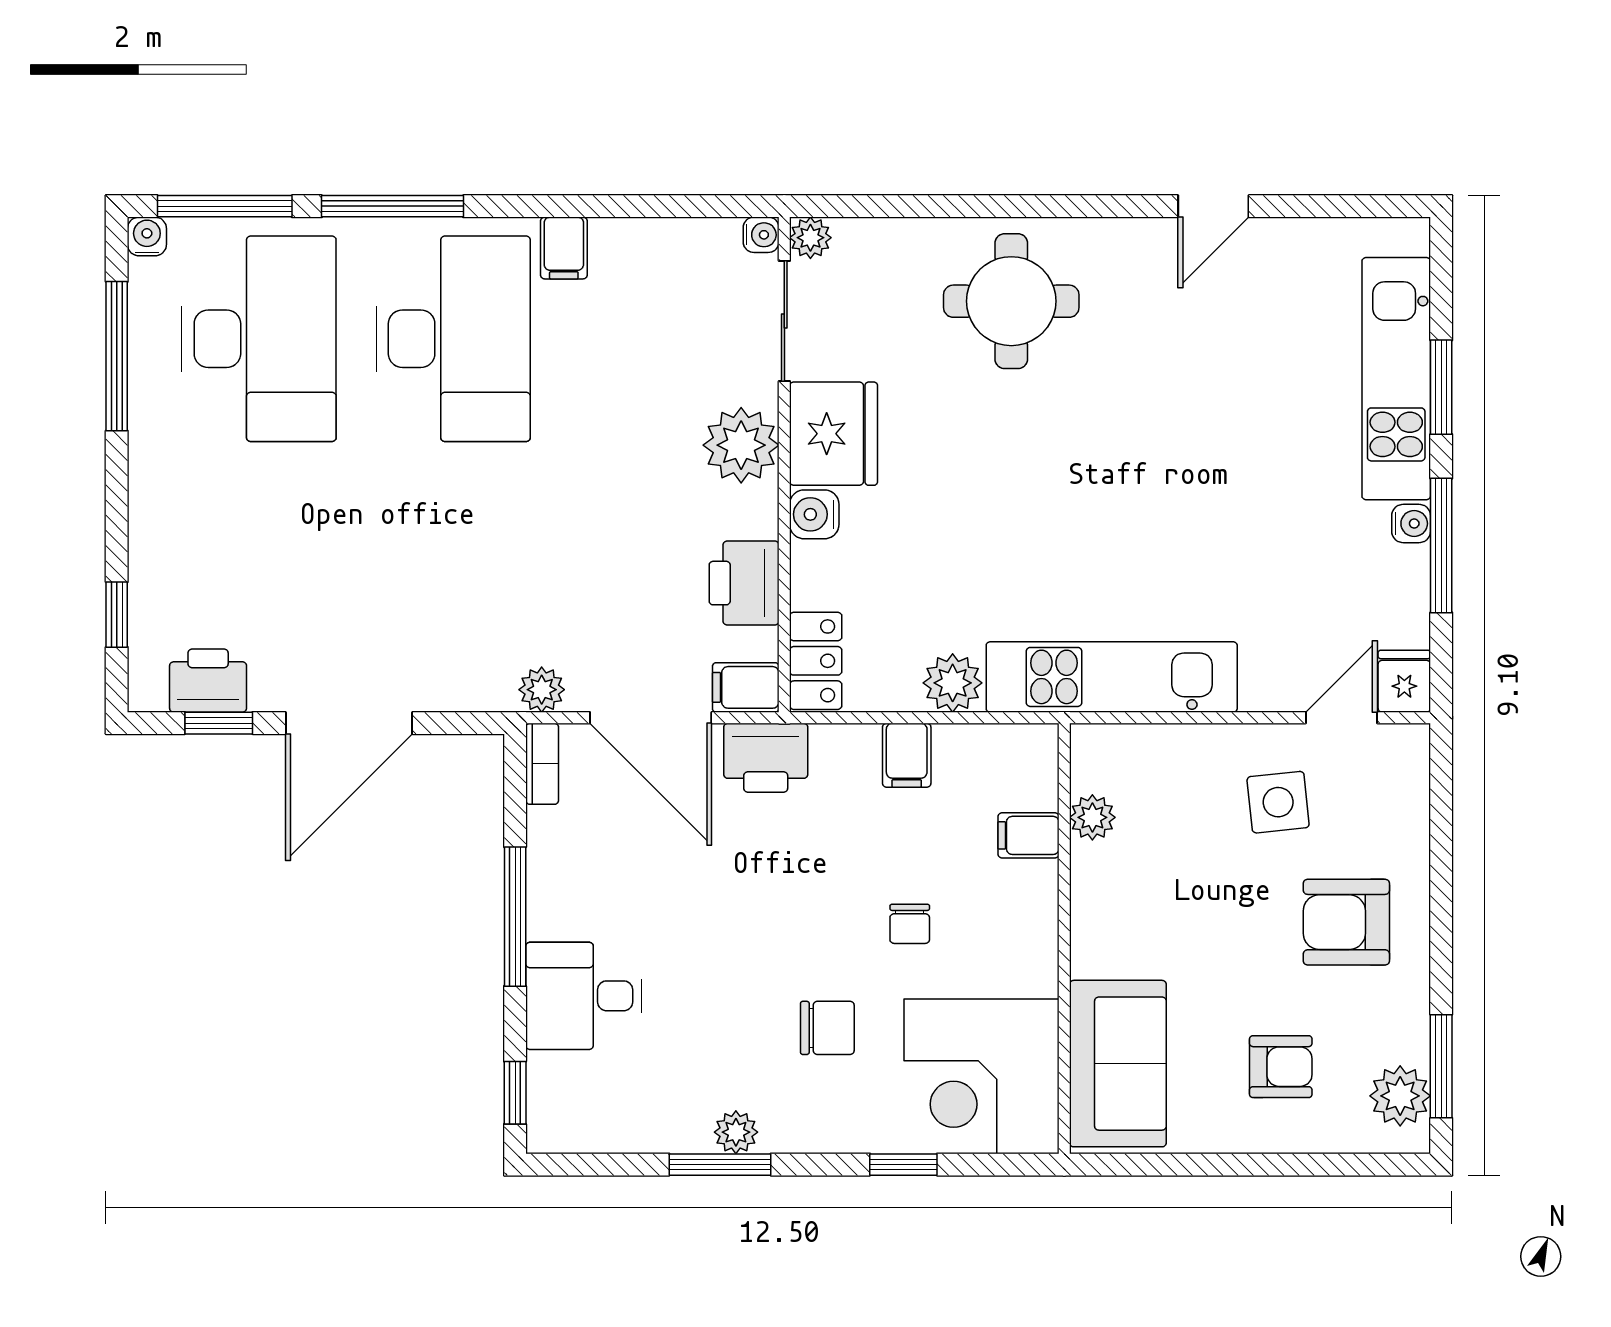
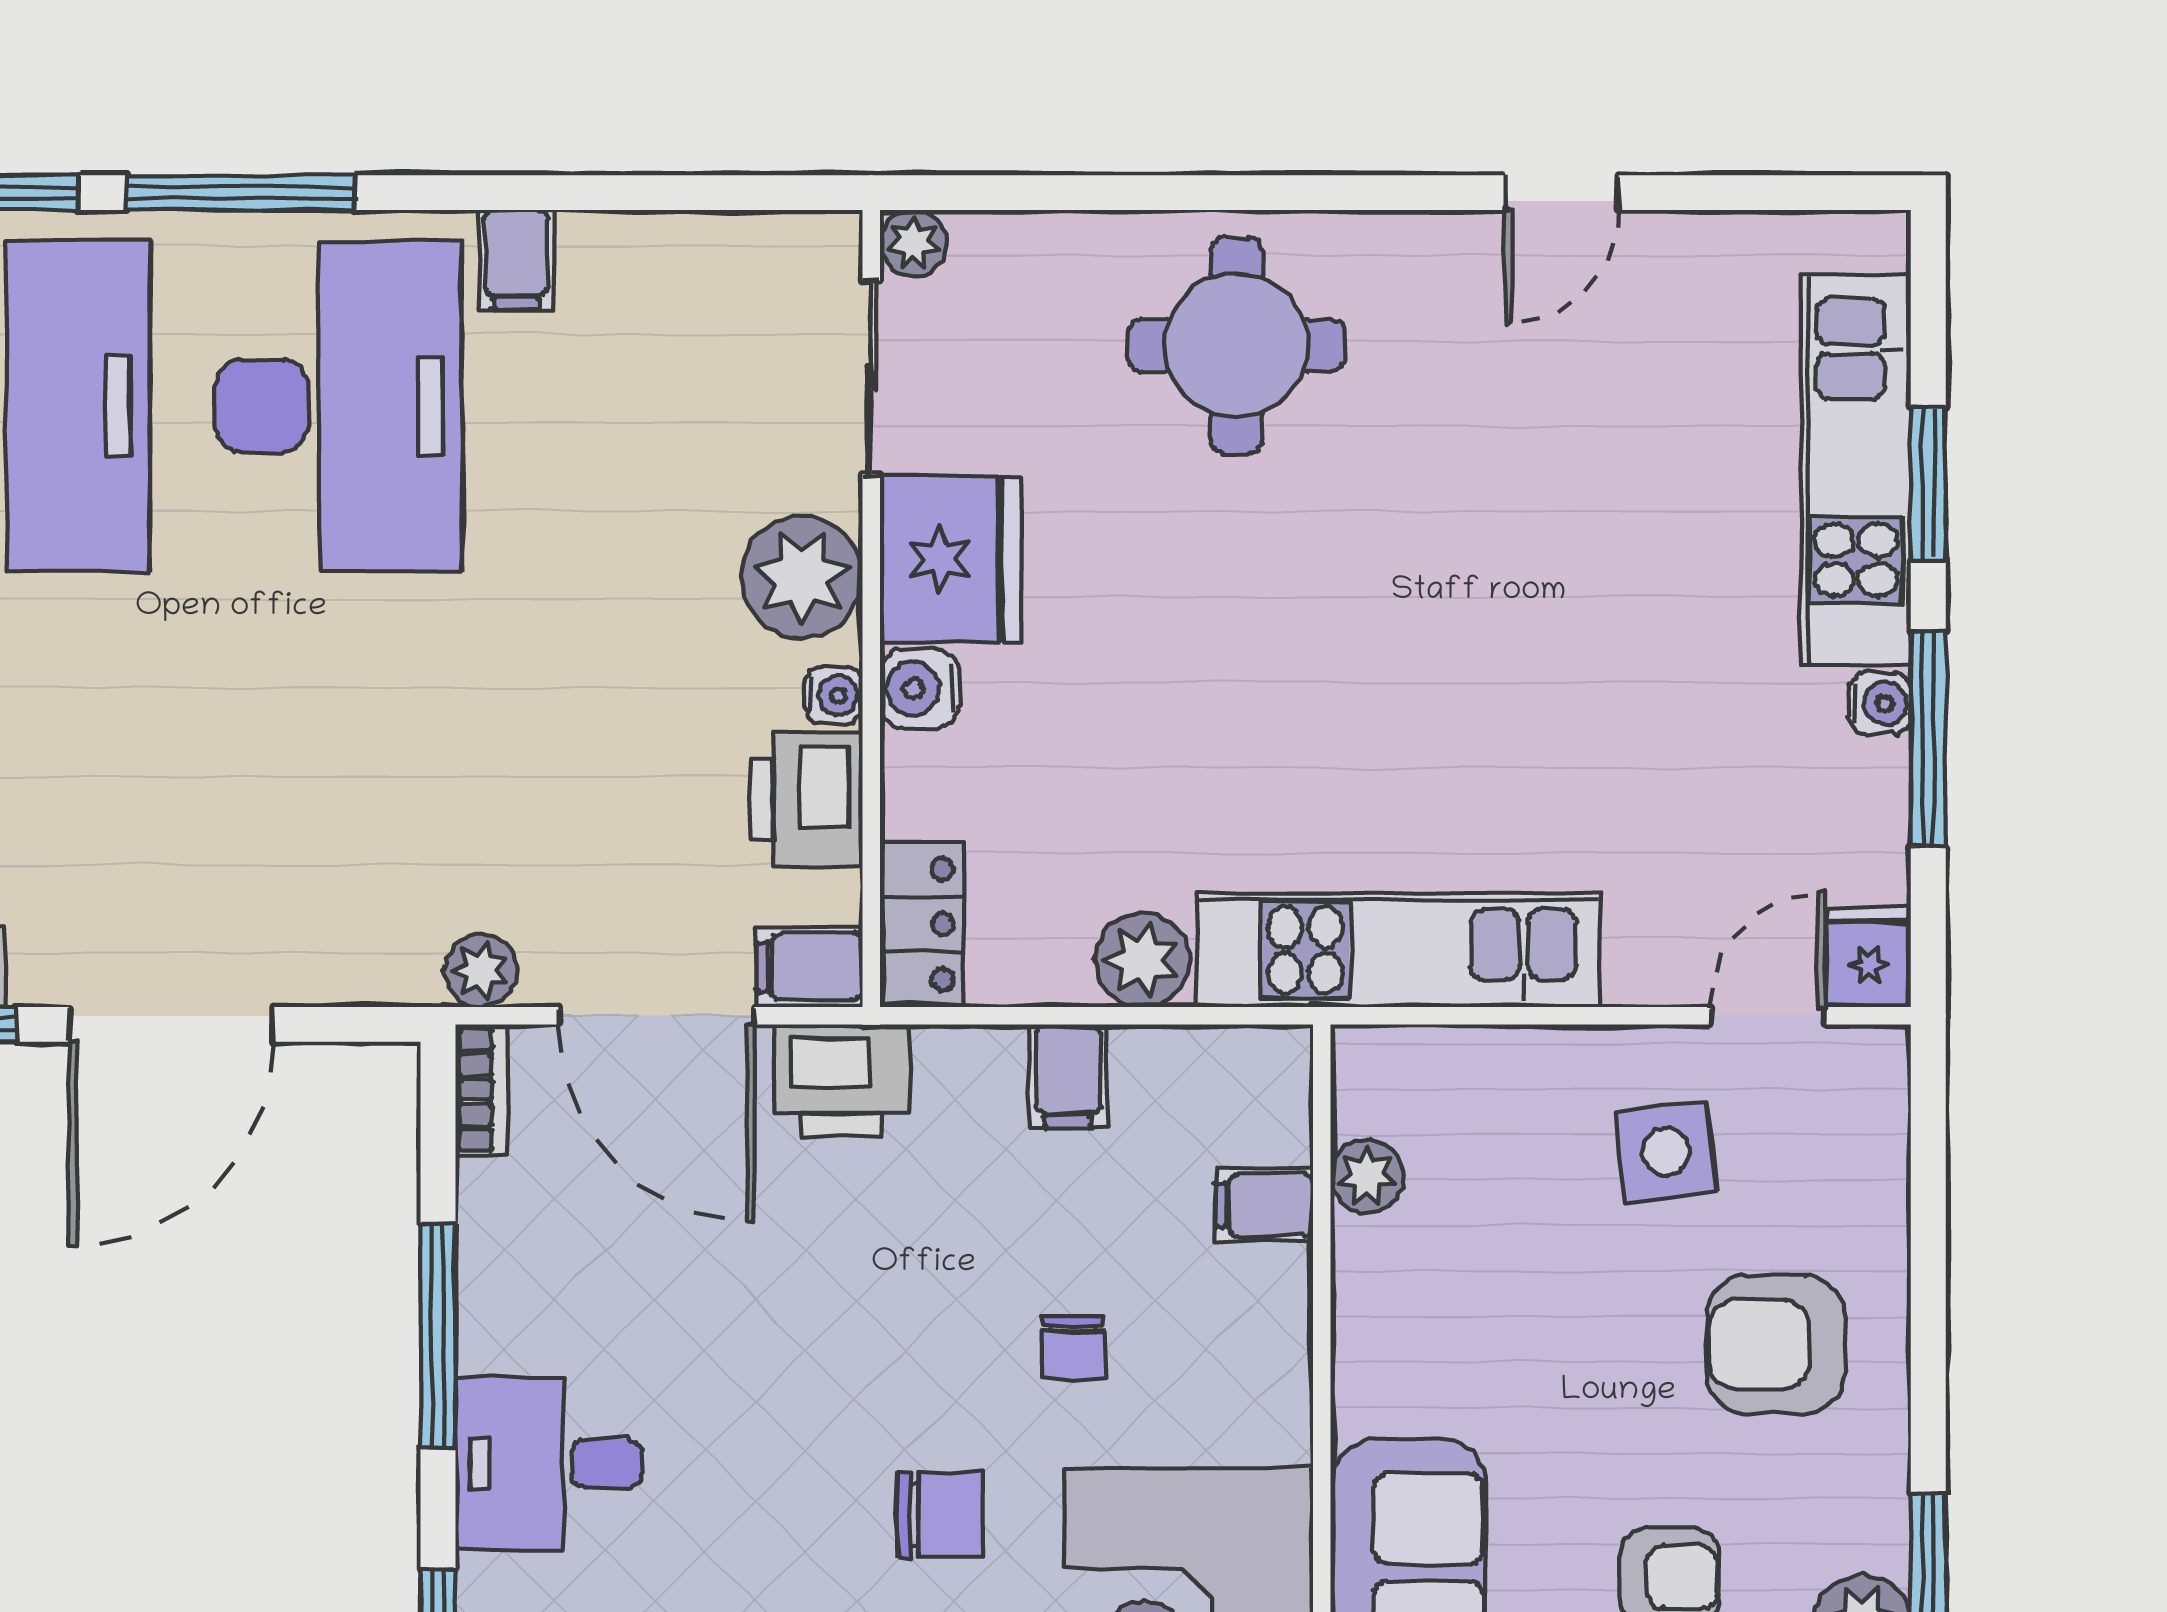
water cooler: (761, 235) -> (834, 696), moved

